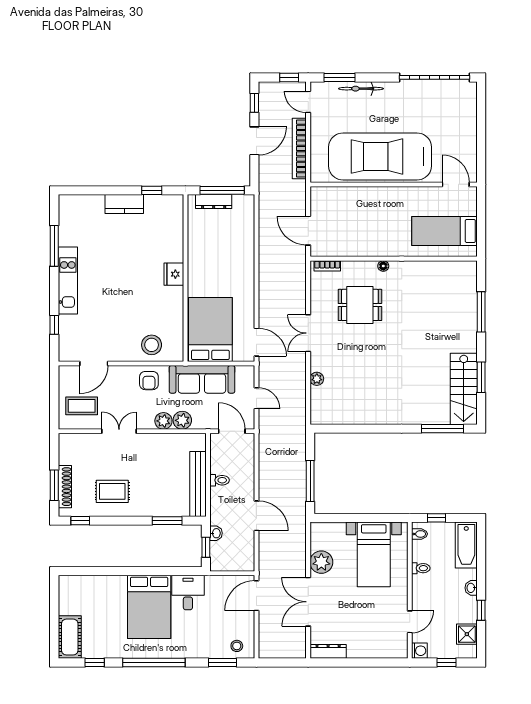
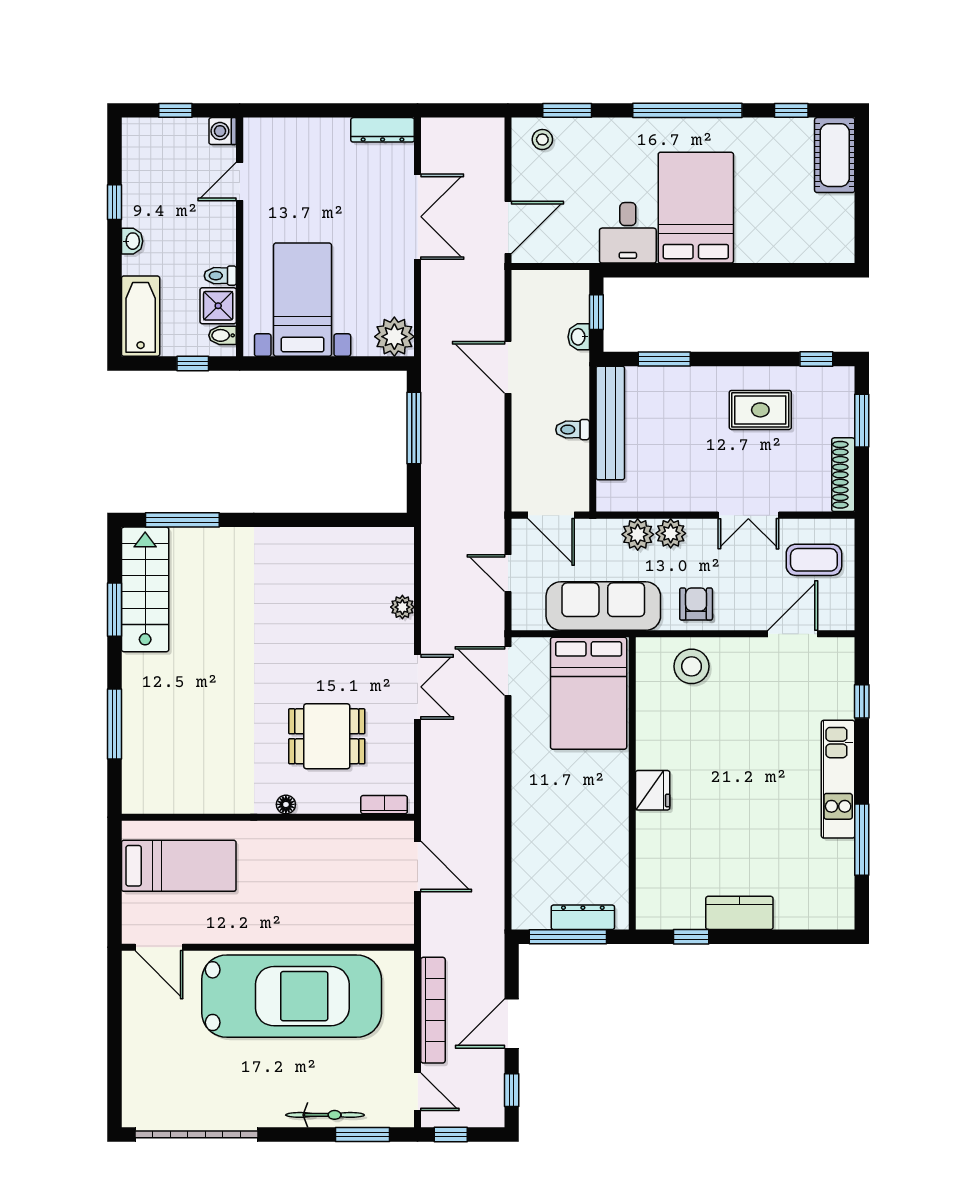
shoe rack: (65, 487) -> (843, 475), moved
plant: (321, 562) -> (394, 337), moved
shower: (467, 634) -> (218, 306), moved

